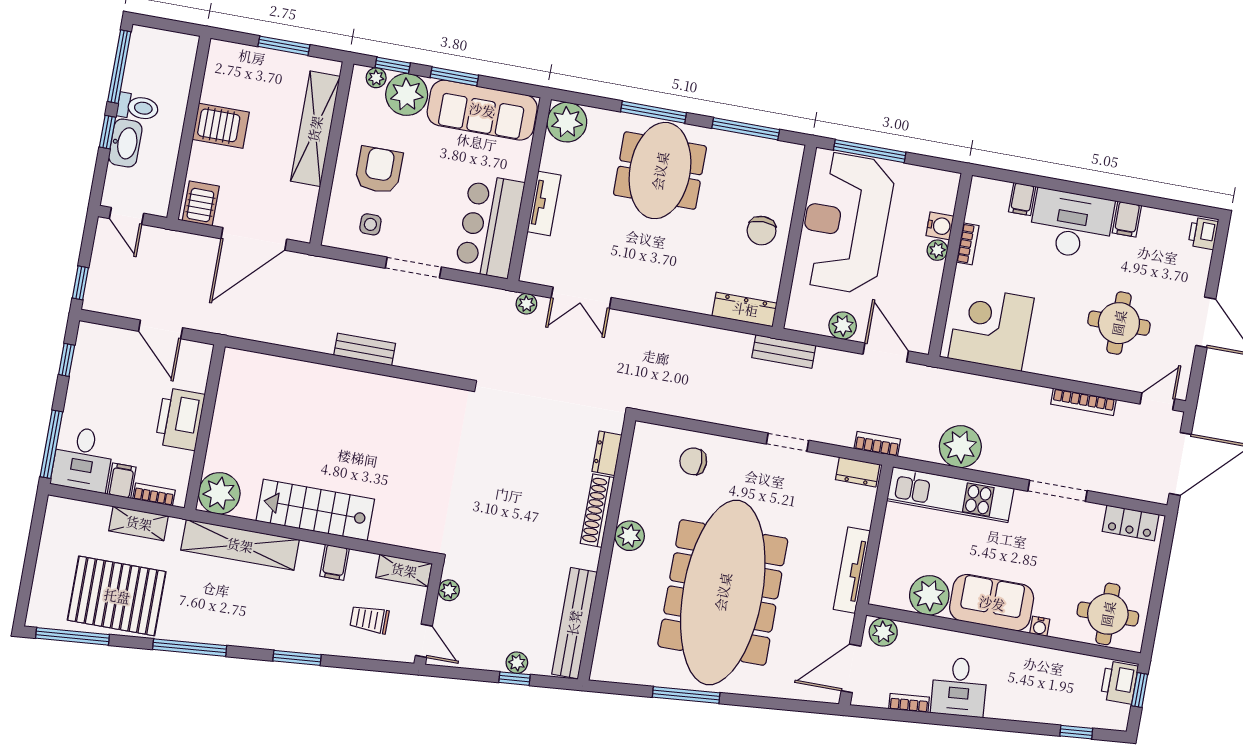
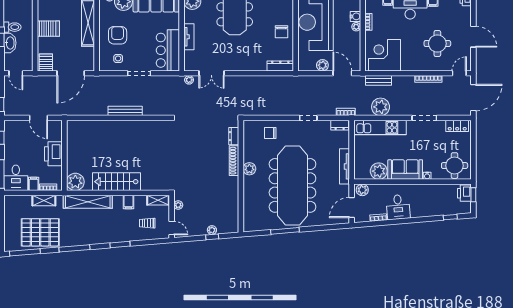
bench: (365, 349) -> (125, 111), width x1.36
bench: (784, 351) -> (378, 80), moved
bench: (574, 623) -> (233, 209), removed

